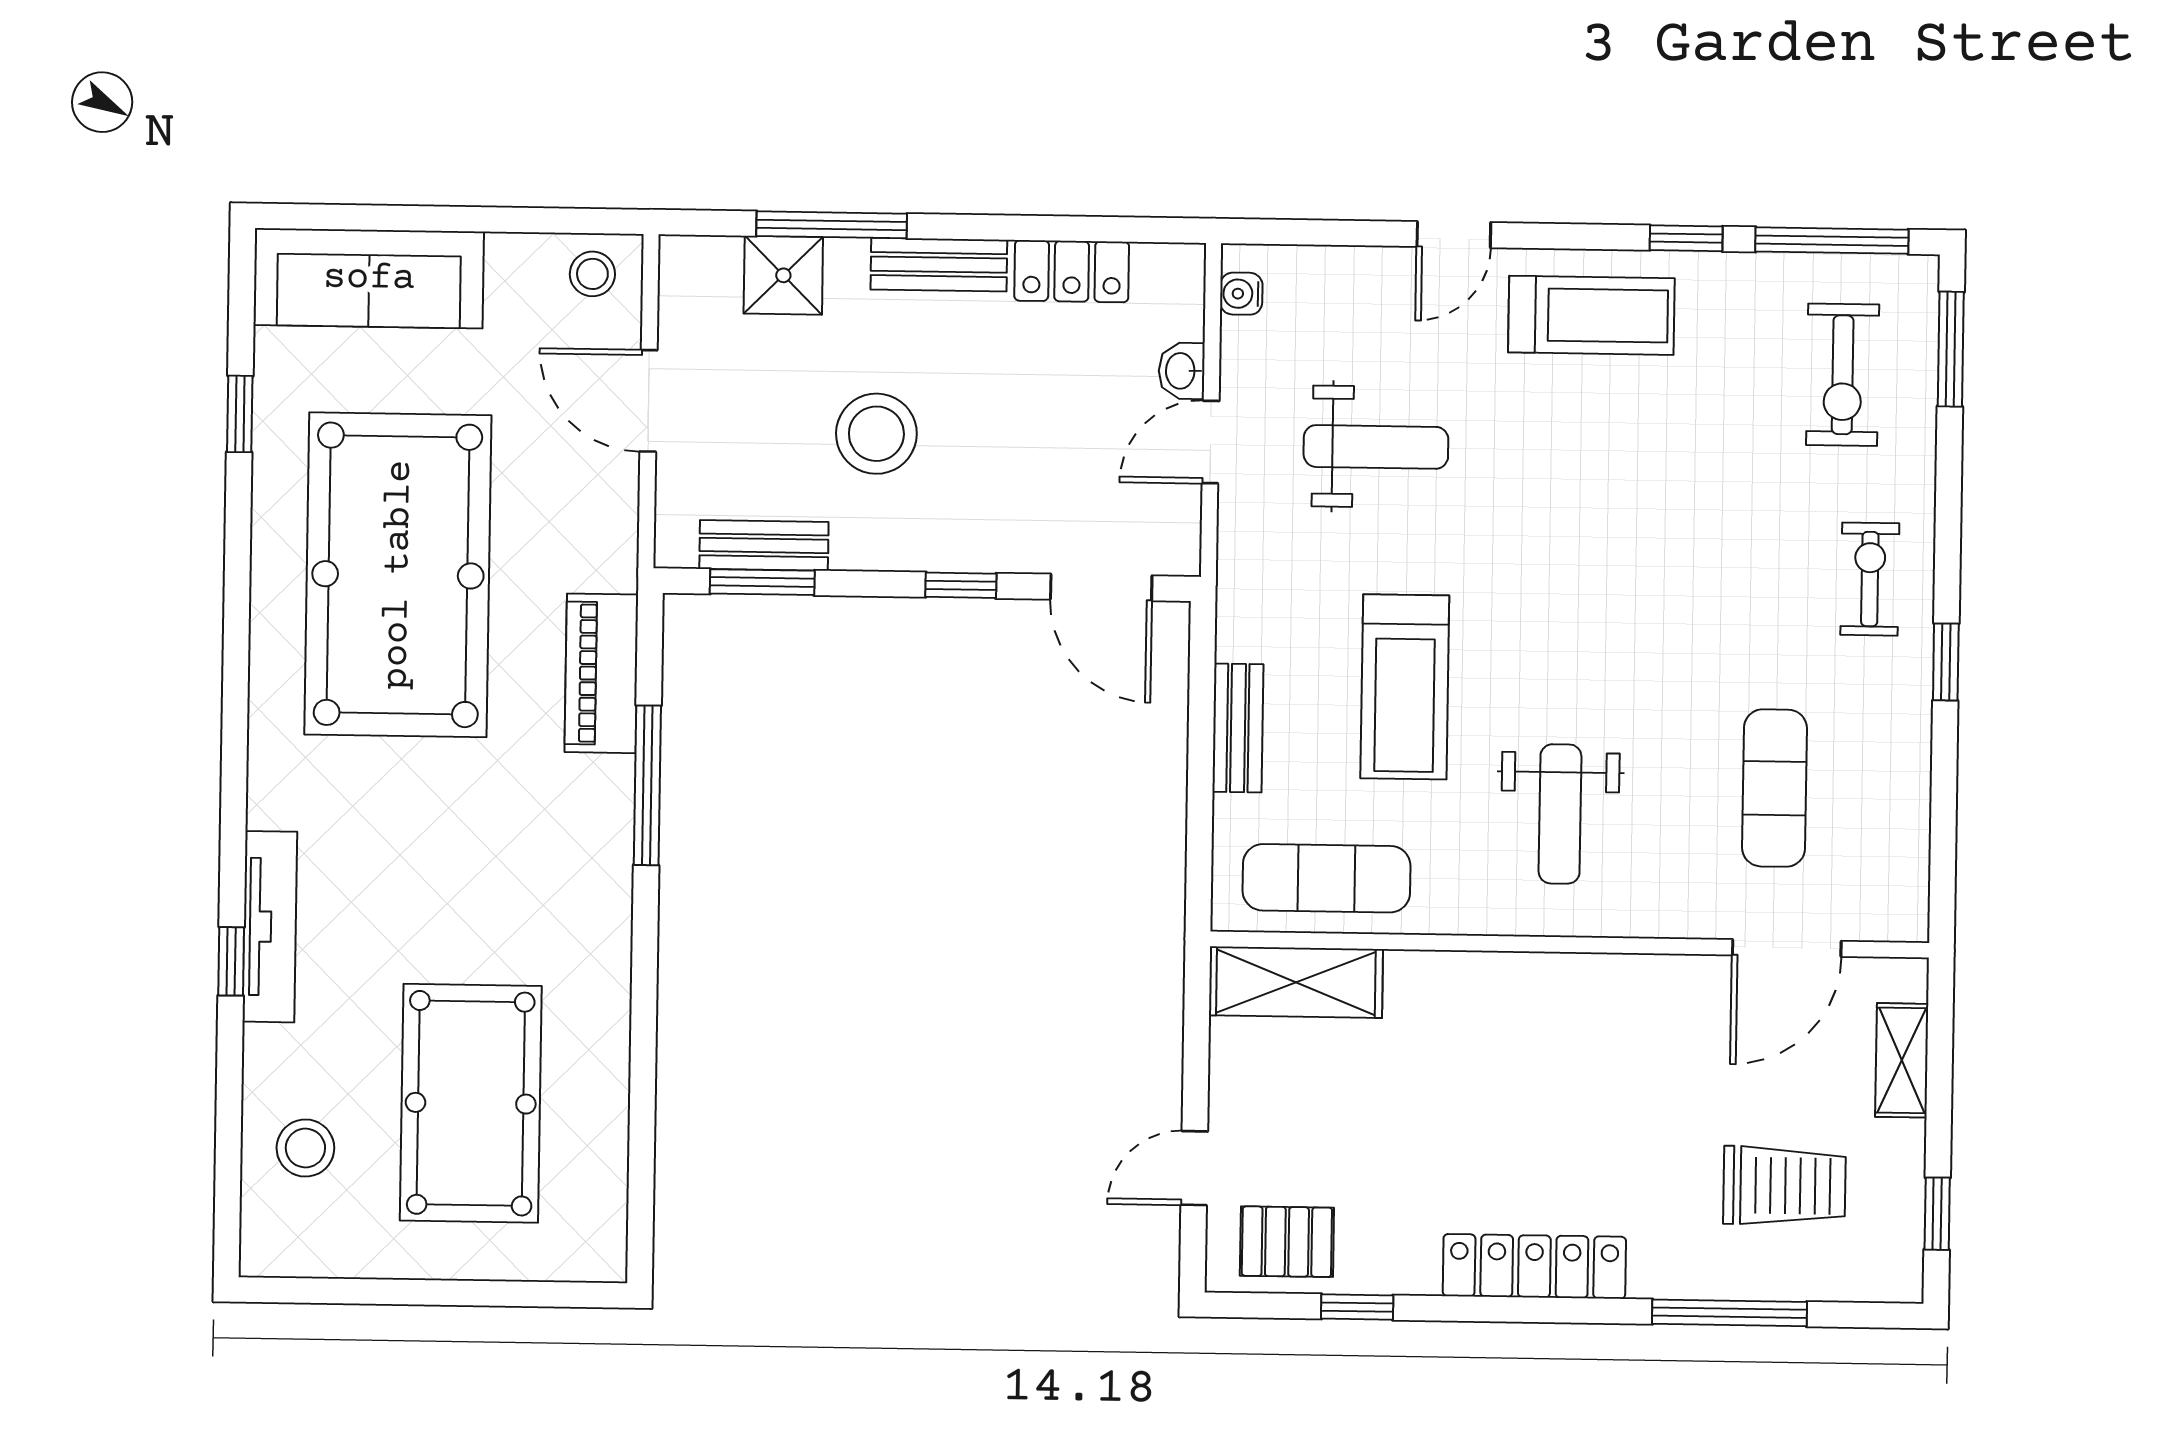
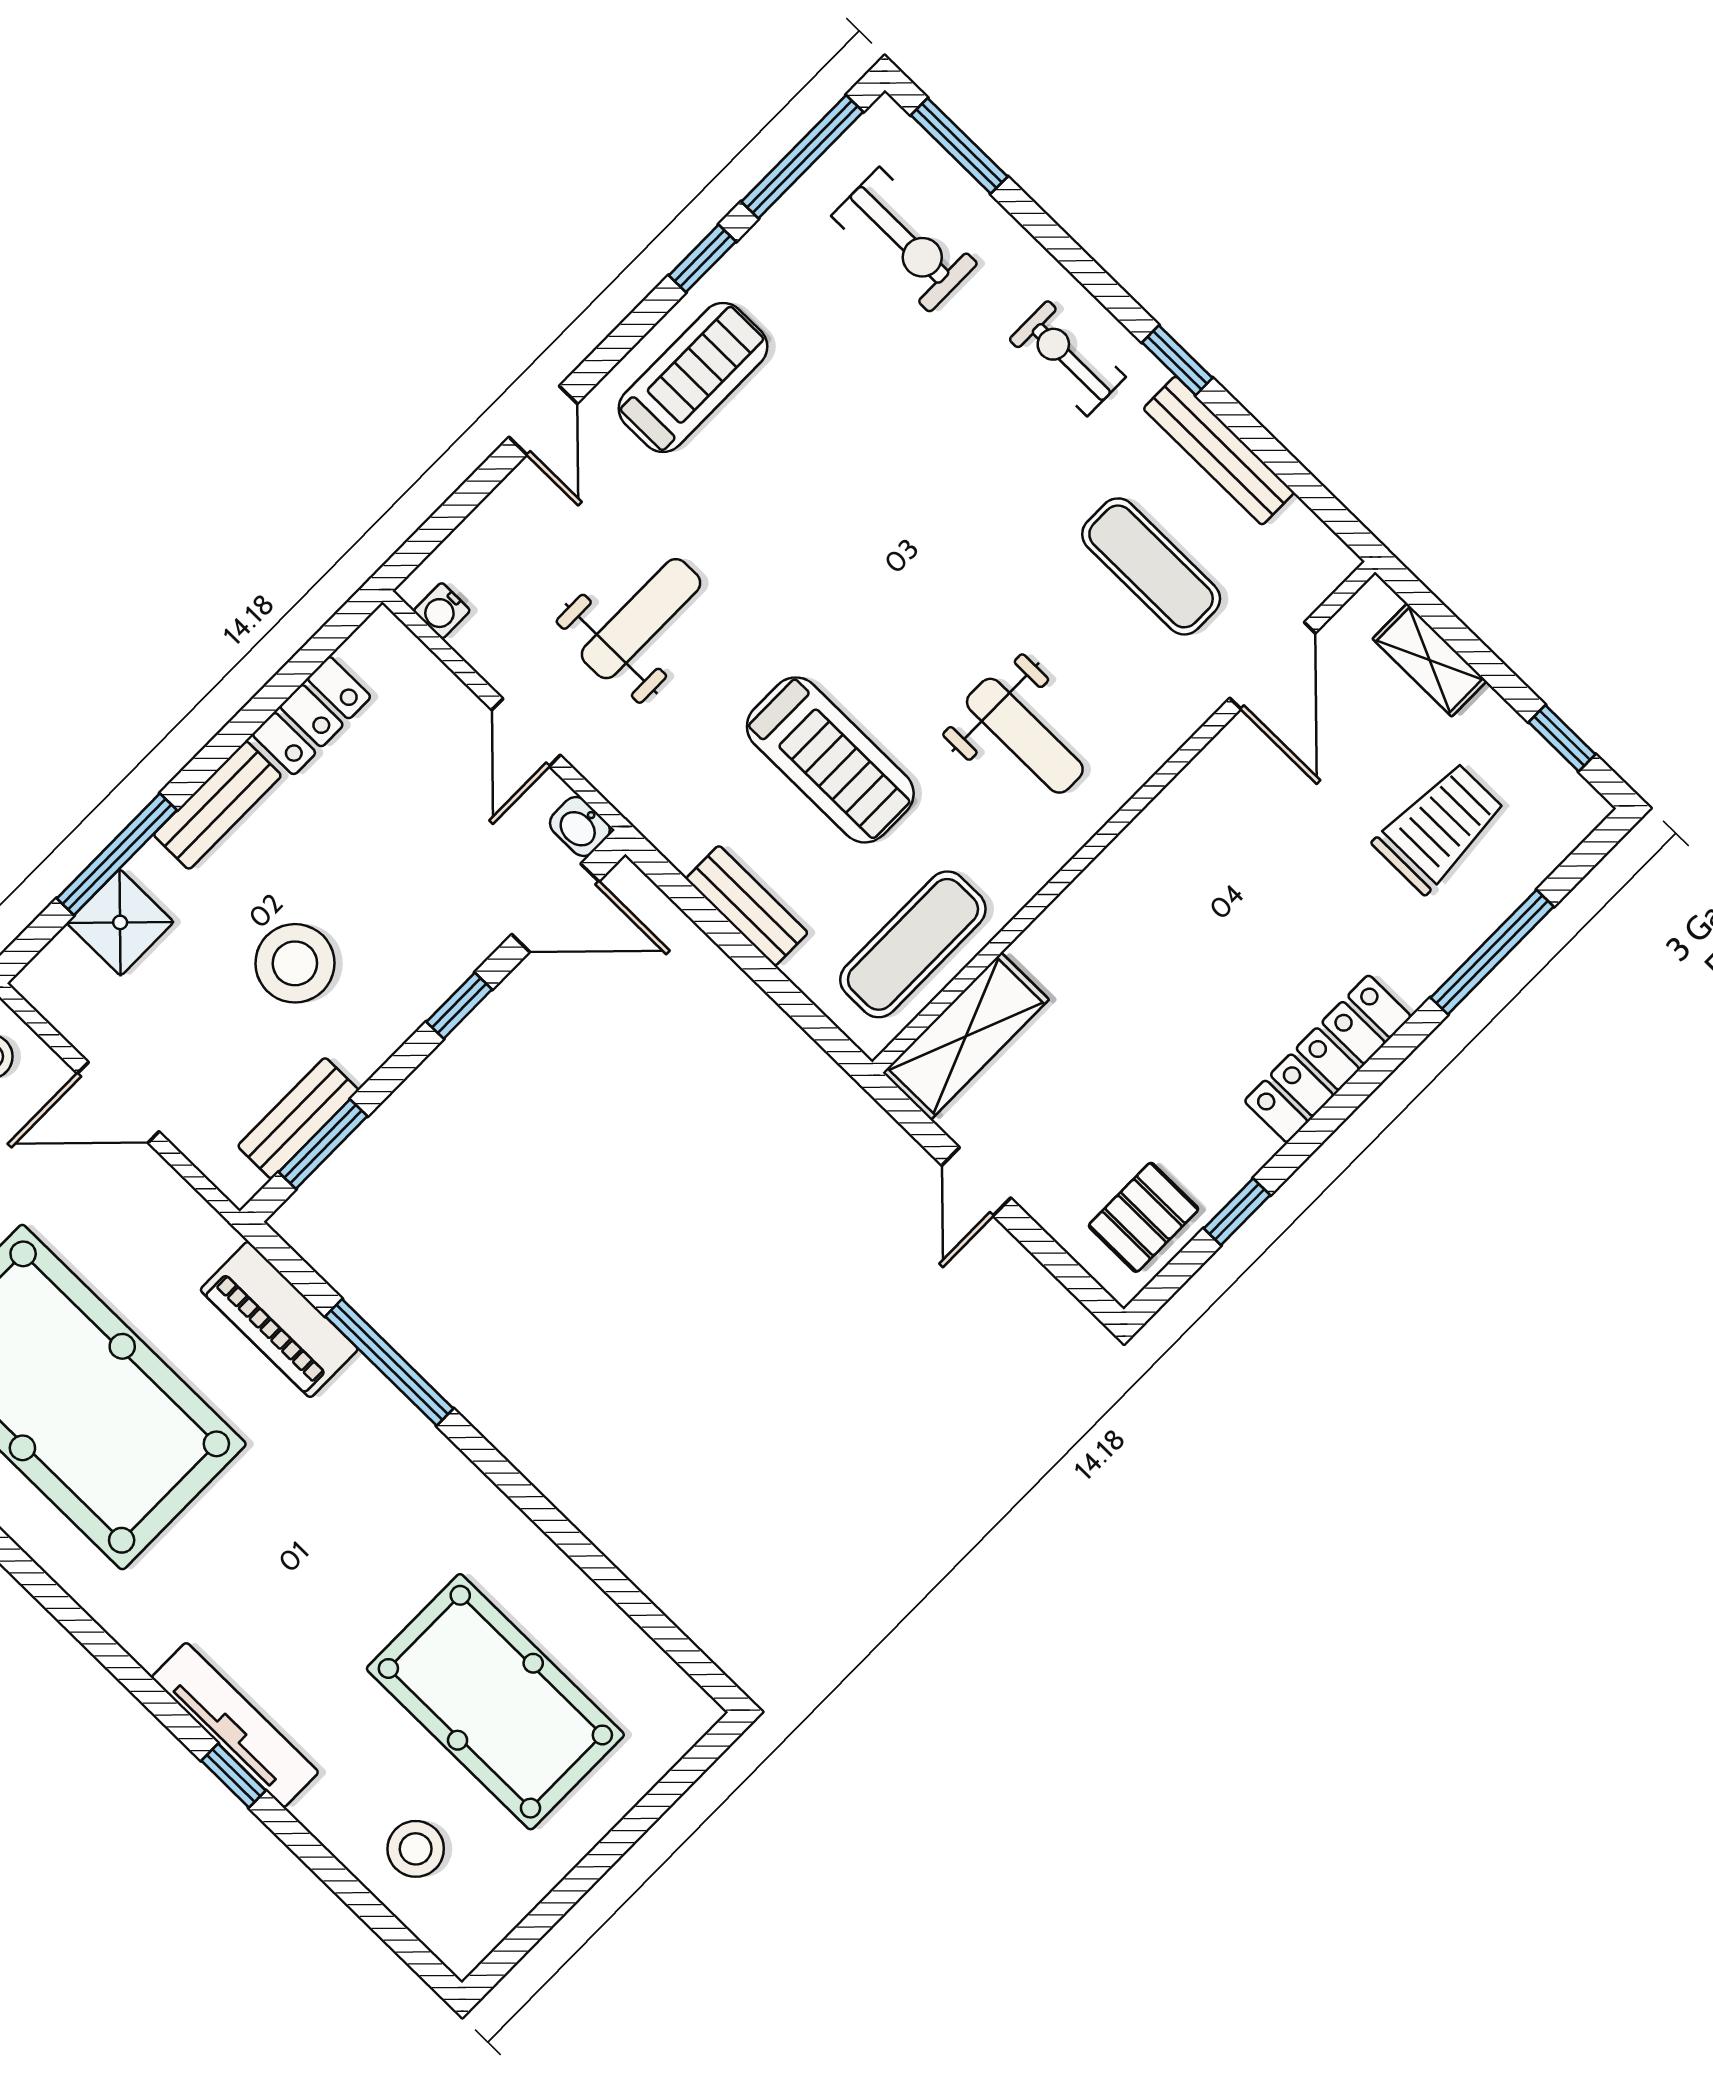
washbasin: (1182, 371) -> (580, 827), moved
bench: (1908, 756) -> (1219, 451), added
door: (1194, 1168) -> (976, 1182), moved

